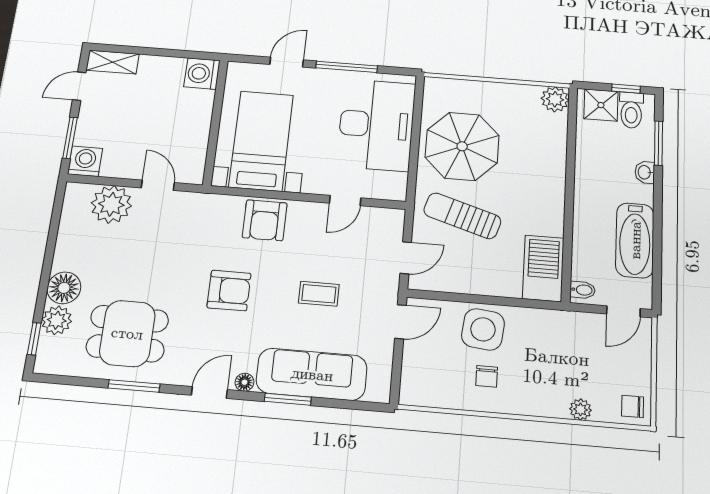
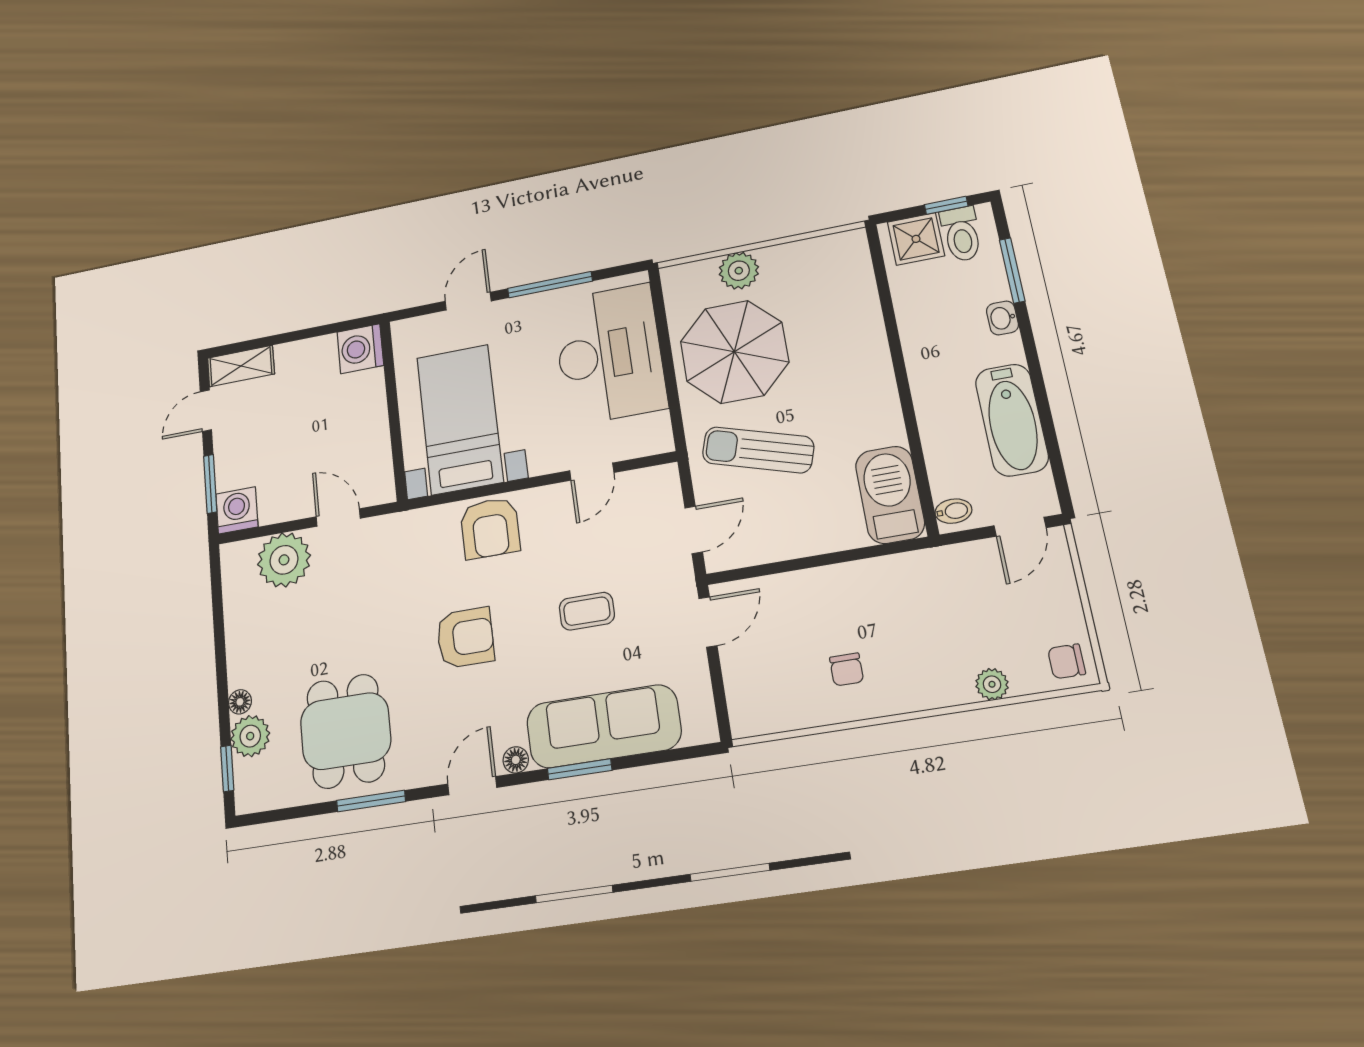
plant: (555, 99) -> (739, 271), moved
floor lamp: (64, 288) -> (240, 702), width x0.53, depth x0.53
side table: (483, 329) -> (825, 604), removed
dining table: (127, 333) -> (346, 731), turned 90

